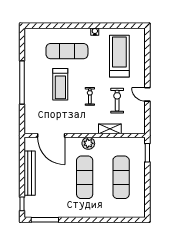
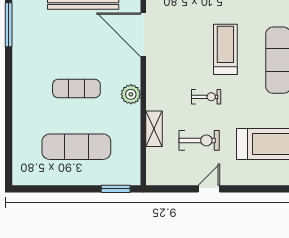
treadmill: (60, 84) -> (225, 49), turned 90
door: (51, 135) -> (143, 35), hinge flipped
exercise mat: (85, 177) -> (76, 88), width x0.73, depth x0.69

